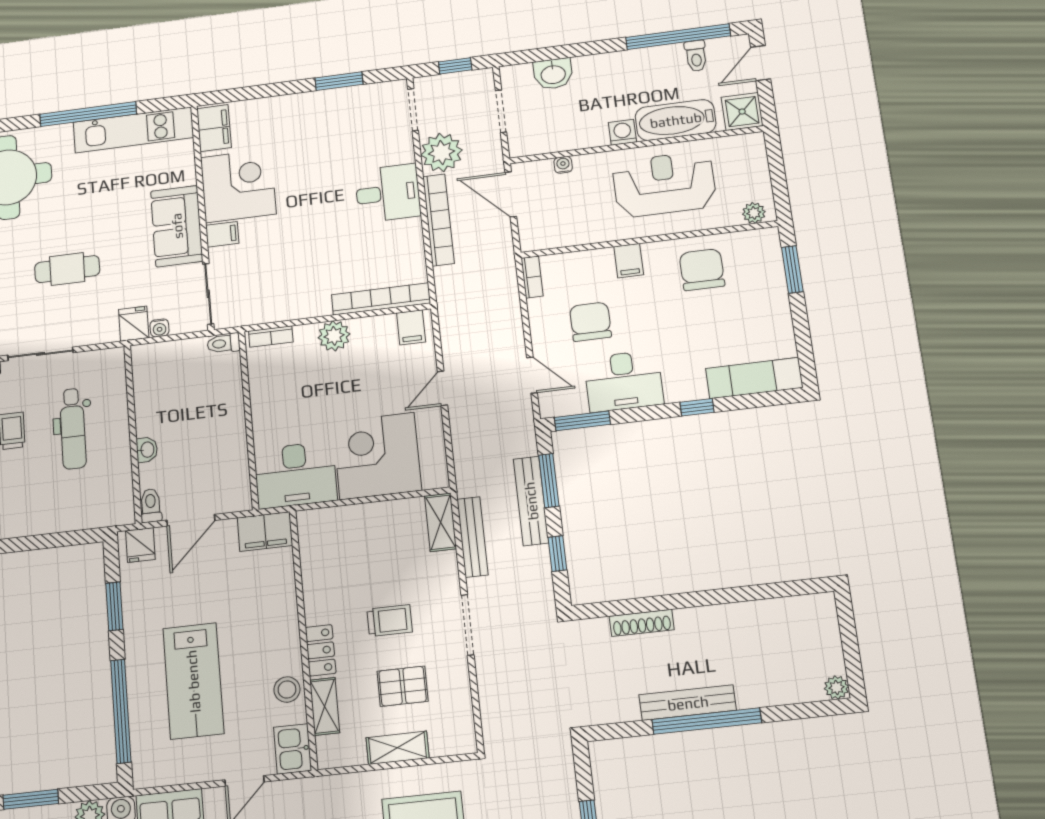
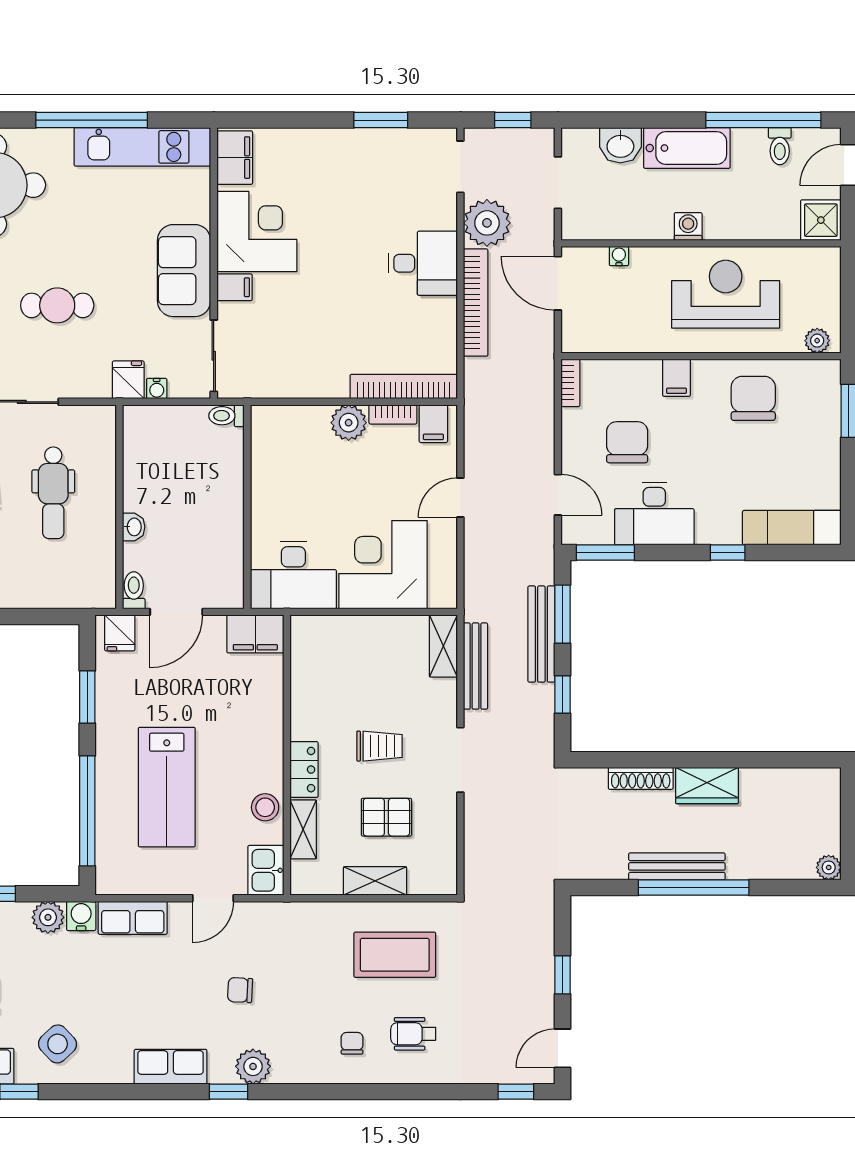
bathtub: (676, 120) -> (687, 148), moved, turned 180
bookcase: (271, 336) -> (393, 414), moved
wardrobe: (706, 623) -> (707, 785), added

